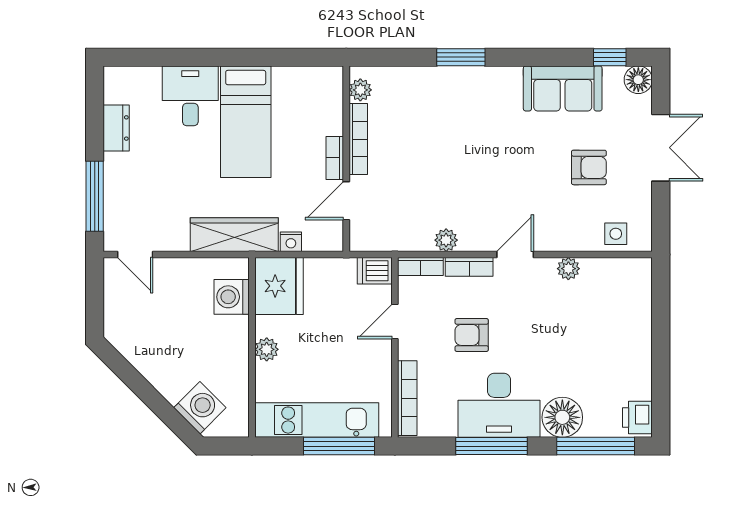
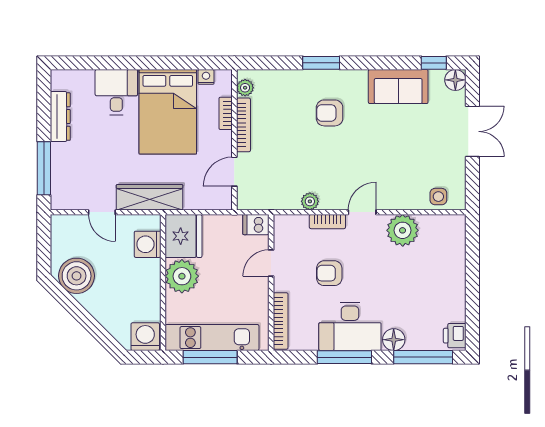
bed: (246, 122) -> (168, 112), width x1.50
dresser: (116, 128) -> (60, 117), width x1.44
bookcase: (335, 158) -> (226, 113), moved
armchair: (589, 167) -> (330, 113), moved, turned 180
nightstand: (291, 242) -> (206, 77), moved, turned 180
door: (135, 254) -> (102, 212), moved
bookcase: (420, 266) -> (291, 221), removed
plant: (568, 269) -> (403, 230), width x1.88, depth x1.88
boiler: (138, 338) -> (77, 276), added
plant: (267, 349) -> (182, 276), width x1.88, depth x1.88
washing machine: (200, 408) -> (145, 337), moved, turned -45
floor lamp: (562, 417) -> (394, 340), width x0.73, depth x0.73
window: (339, 446) -> (210, 357), moved

